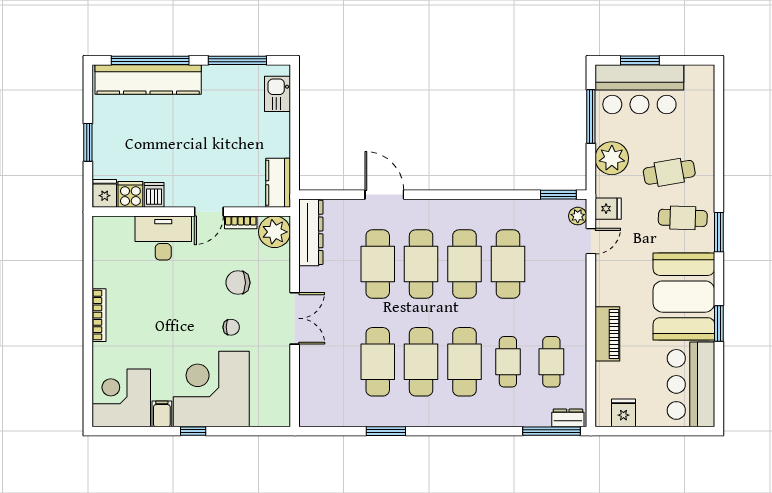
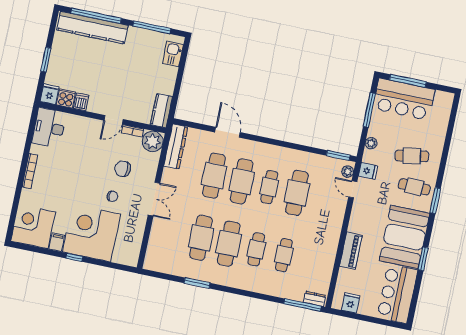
window: (640, 60) -> (408, 81), width x1.44
plant: (612, 158) -> (371, 143), width x0.53, depth x0.53
desk: (163, 238) -> (49, 128), moved, turned -90
door: (591, 241) -> (353, 189), swing flipped
cafe table: (465, 264) -> (269, 187), width x0.73, depth x0.74
cafe table: (465, 362) -> (256, 249), width x0.73, depth x0.74
cafe table: (551, 362) -> (312, 261), removed

